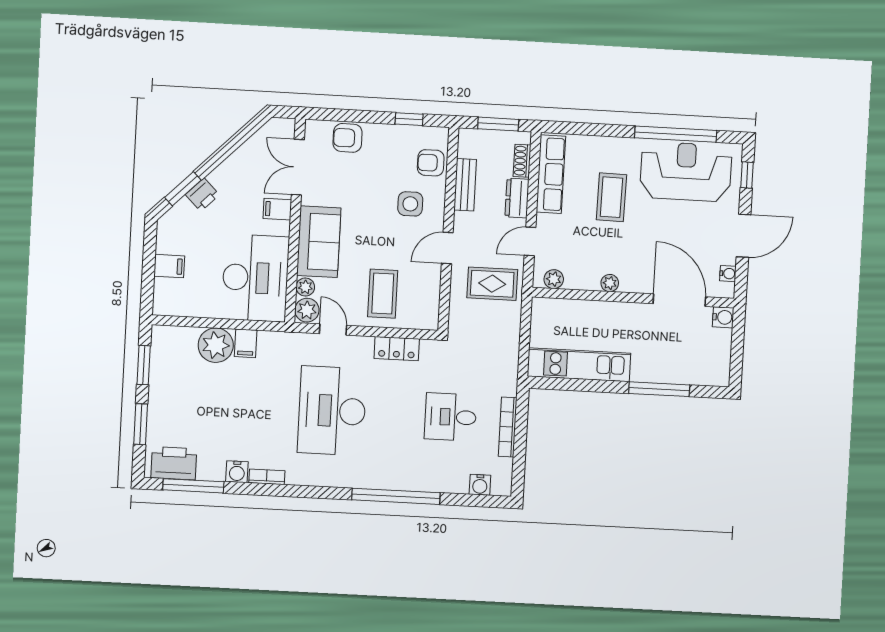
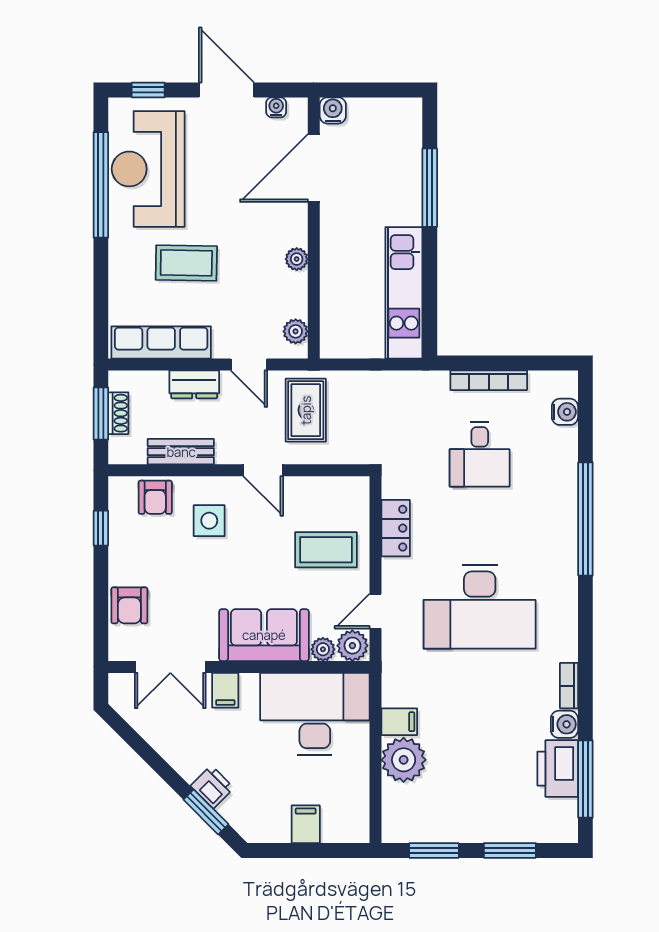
shoe rack: (522, 161) -> (118, 413), moved, turned -90
printer: (174, 463) -> (558, 769), moved

